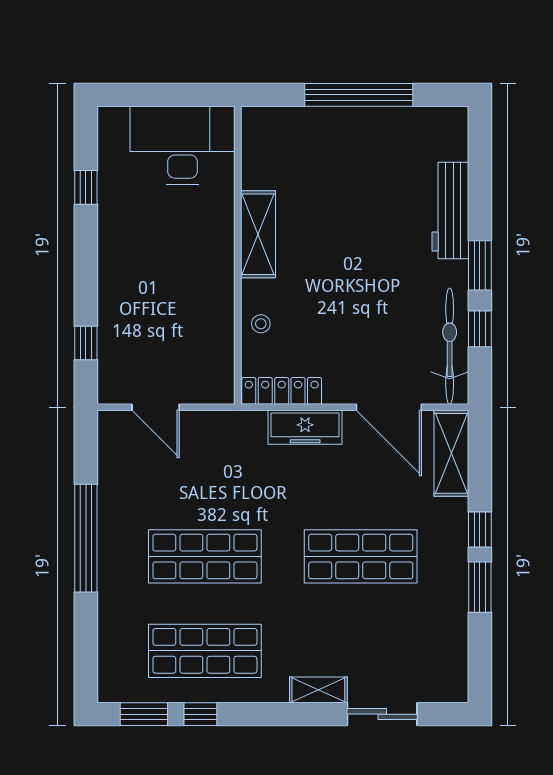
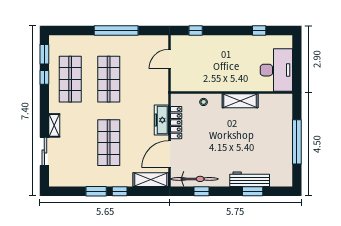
window: (480, 265) -> (253, 191), moved
locker: (282, 391) -> (176, 123), moved

